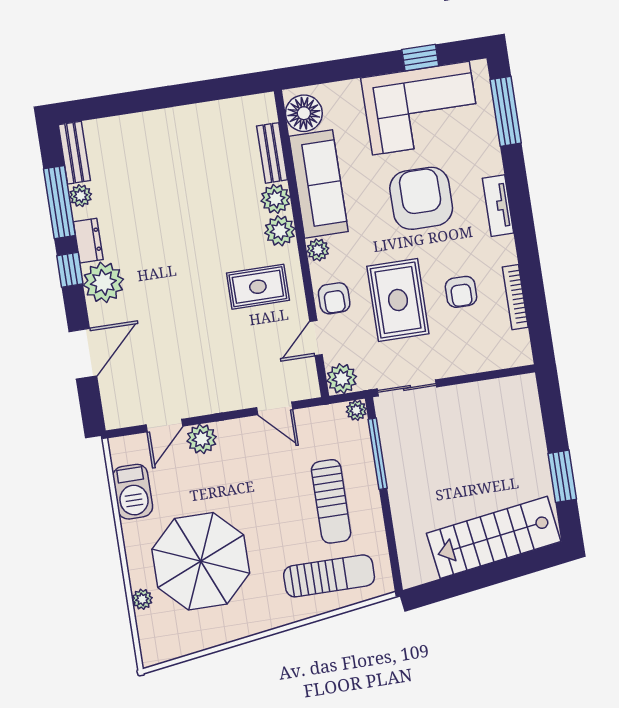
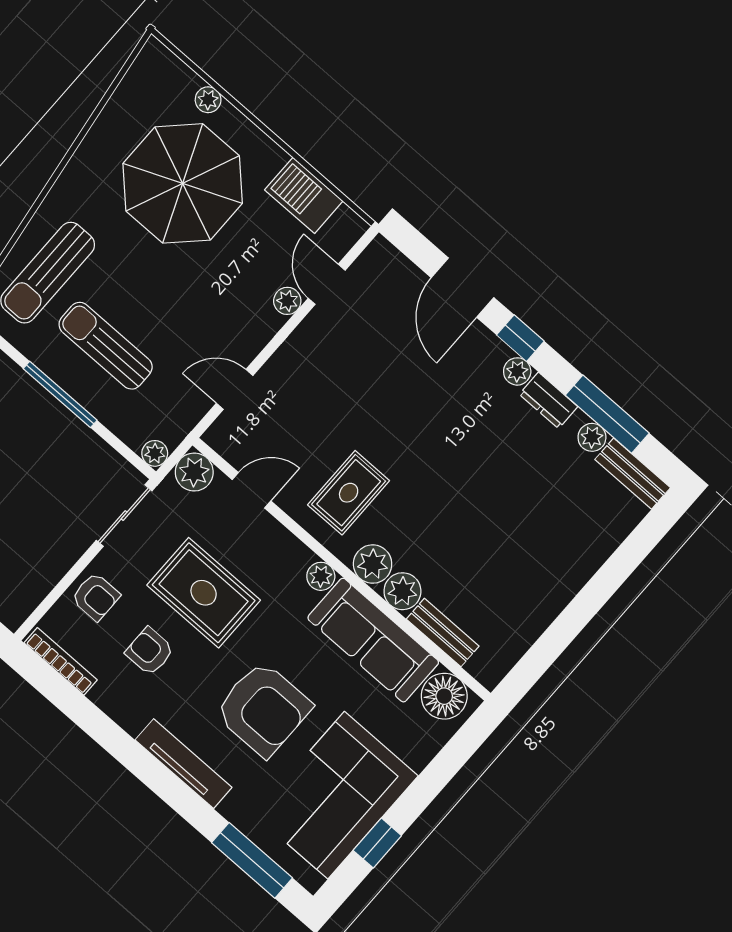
tv unit: (498, 206) -> (184, 764), width x1.41
window: (70, 270) -> (520, 338), moved
plant: (103, 282) -> (517, 371), width x0.53, depth x0.53
bookcase: (515, 297) -> (61, 661), moved
armchair: (334, 298) -> (96, 597), moved, turned 180
door: (316, 338) -> (251, 490), hinge flipped
plant: (202, 439) -> (287, 301), width x0.73, depth x0.73
window: (378, 454) -> (60, 394), moved

